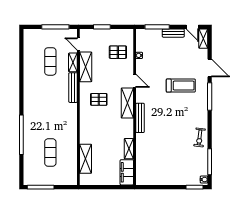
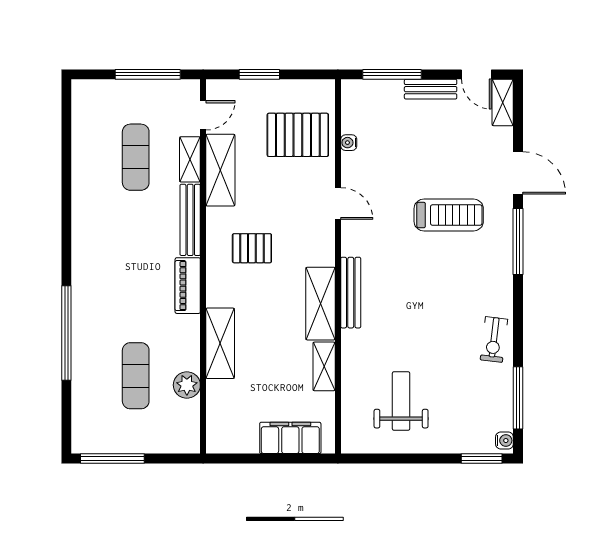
door: (78, 44) -> (203, 115), swing flipped
pallet: (118, 52) -> (298, 135), width x1.50, depth x1.42
shelving: (127, 103) -> (320, 304), moved
piano: (72, 115) -> (188, 286), added
plant: (72, 156) -> (187, 385), added
shelving: (86, 159) -> (220, 343), moved
weight bench: (161, 163) -> (401, 401), added
filing cabinet: (127, 172) -> (290, 438), moved, turned 90

